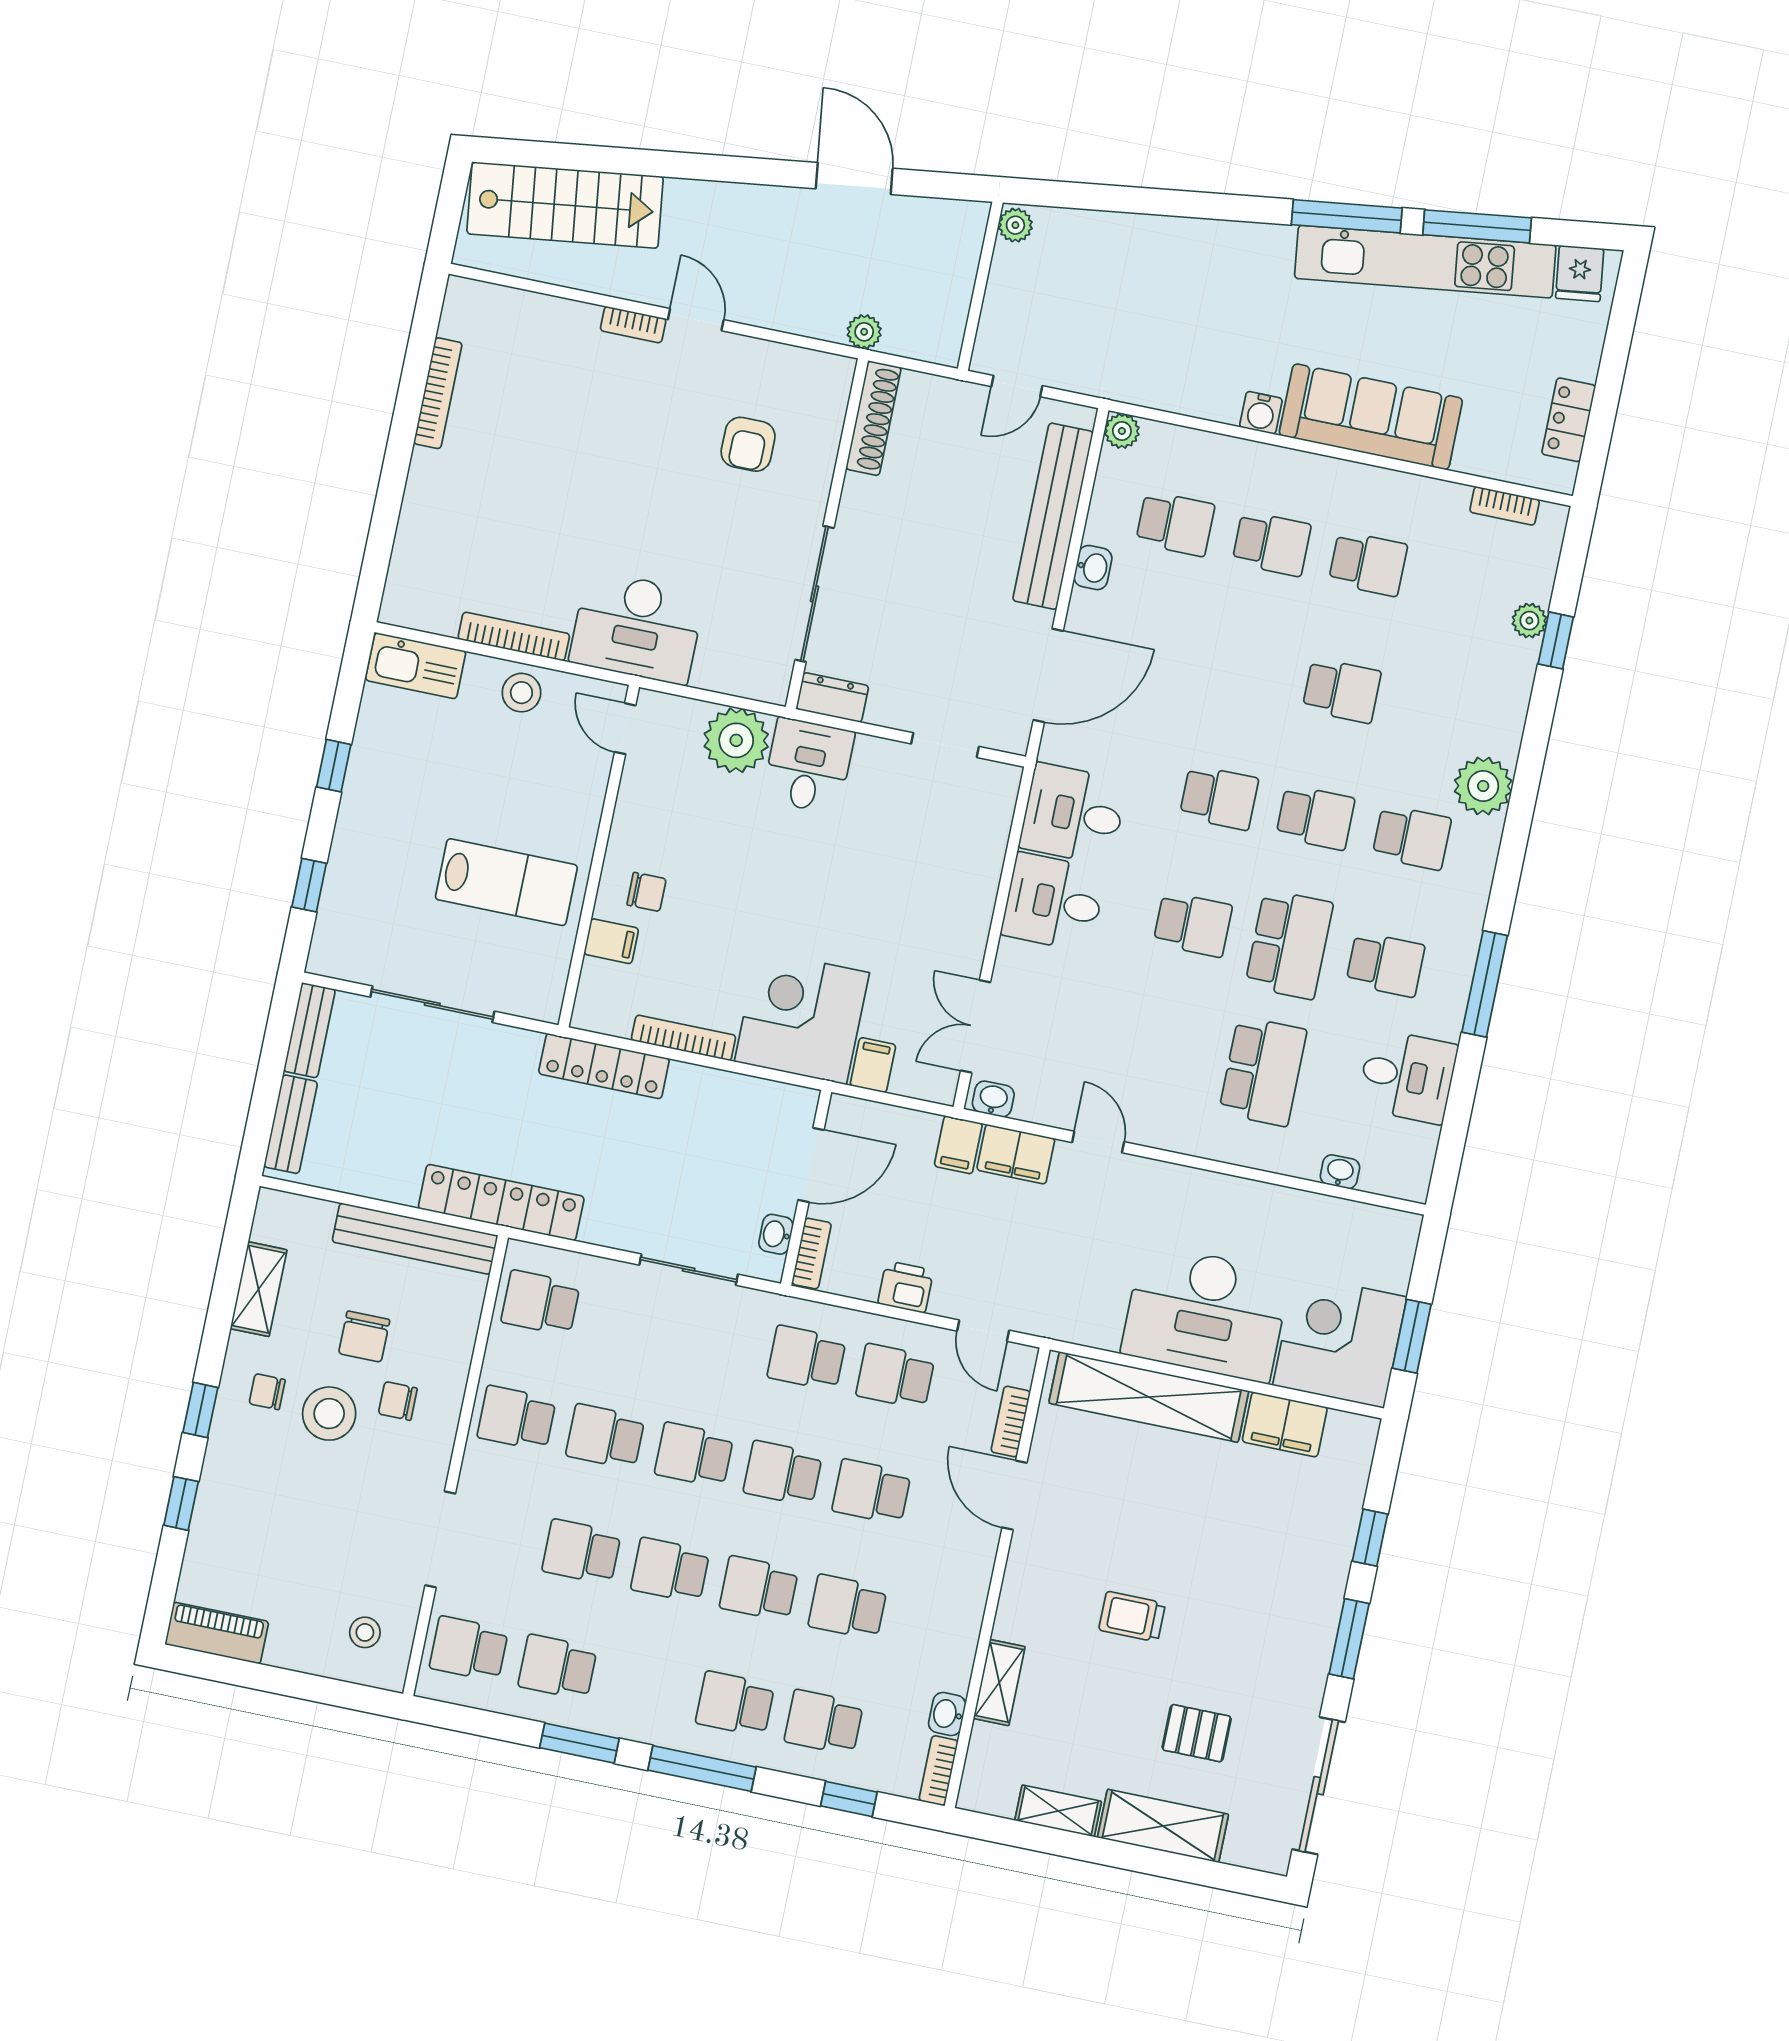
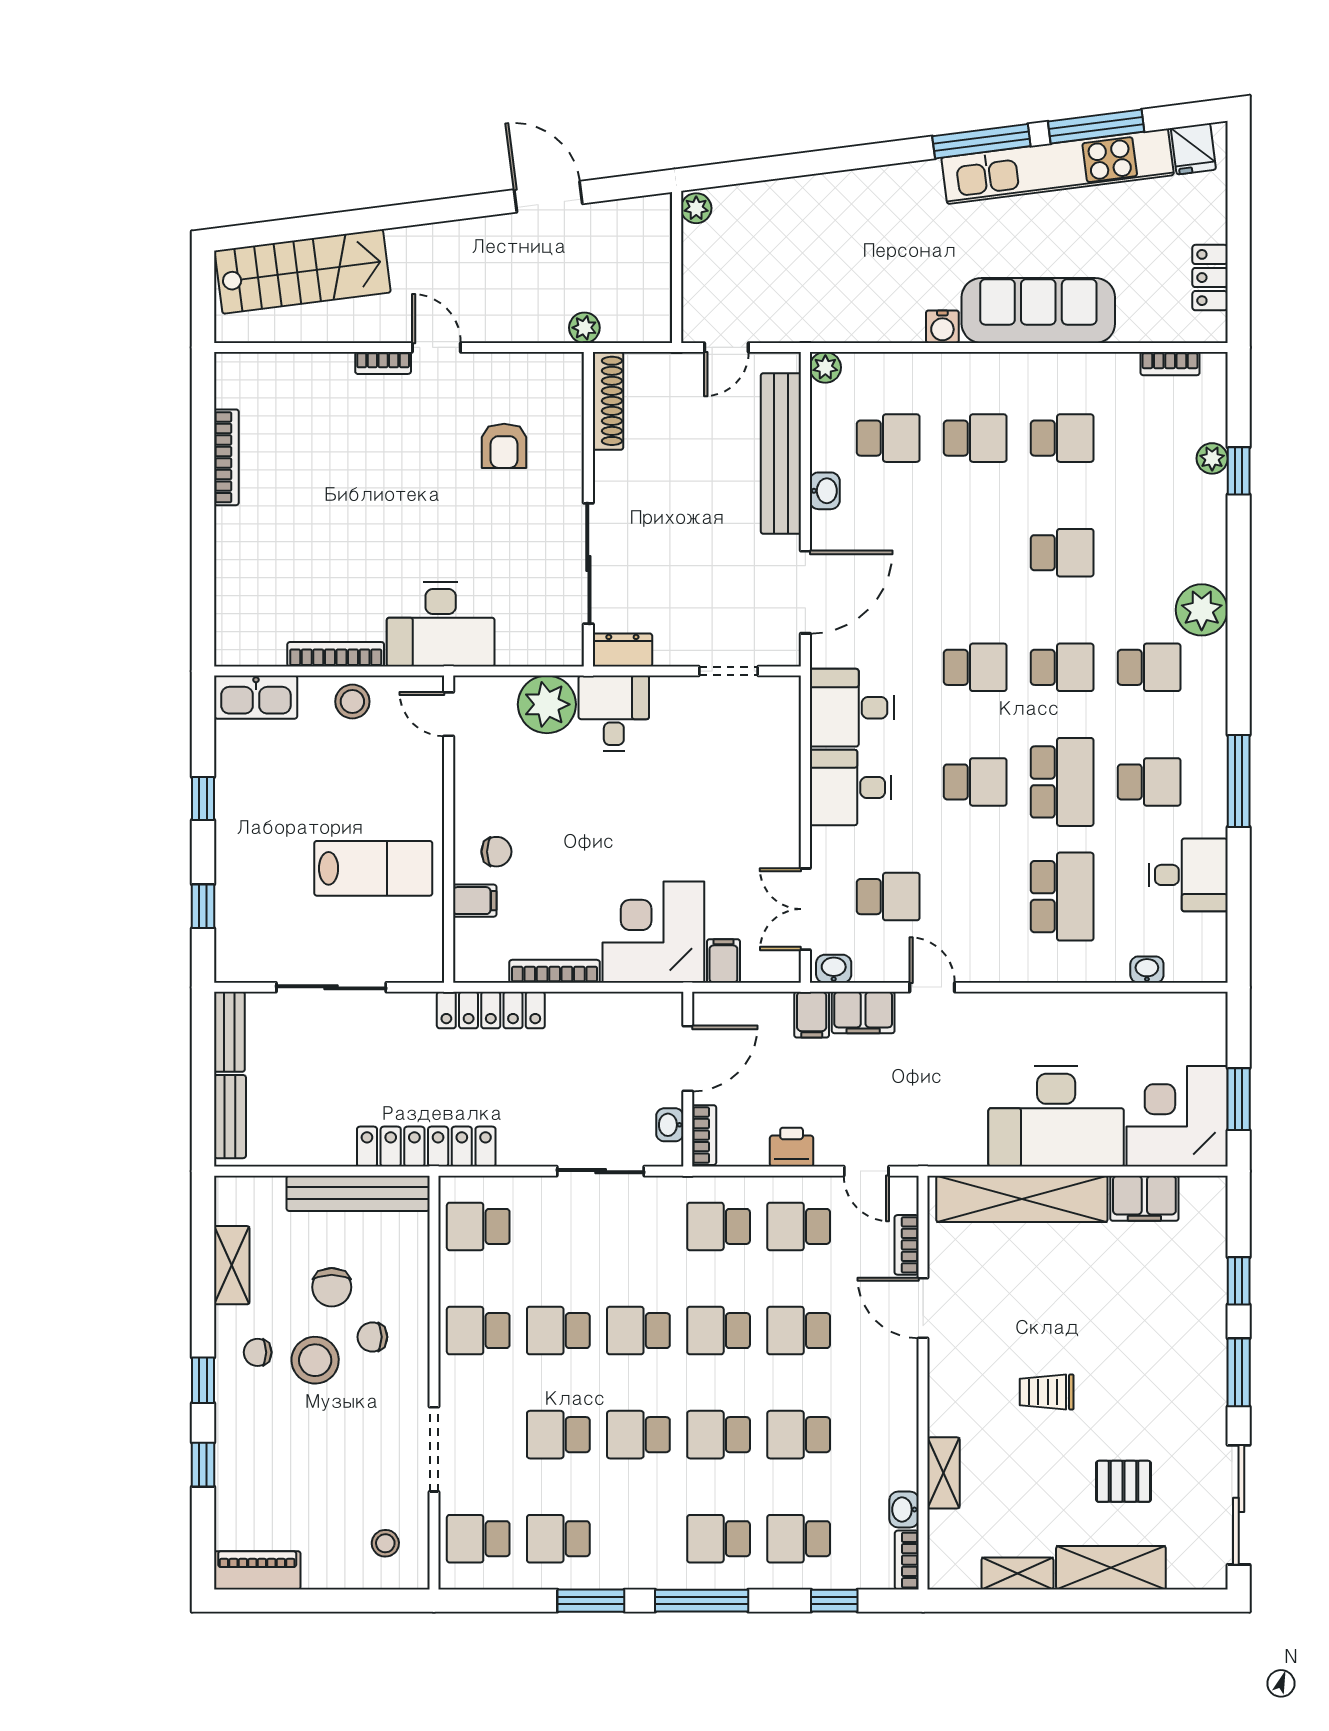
school desk: (1070, 1032) -> (888, 897), added

